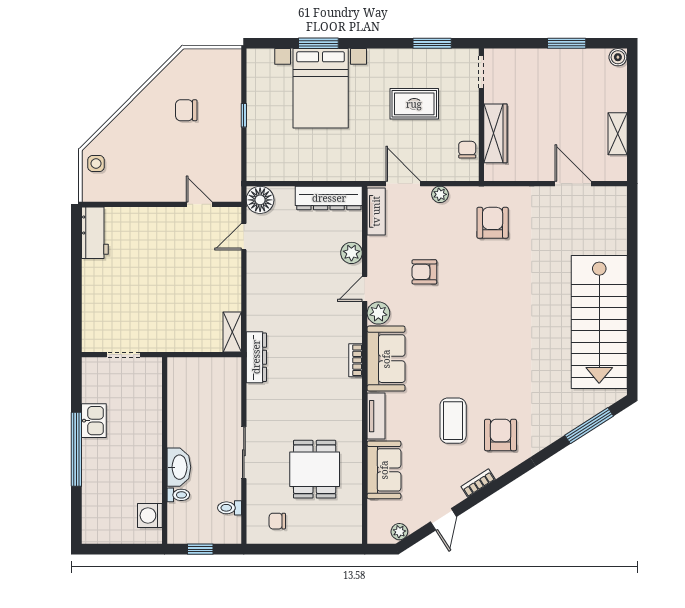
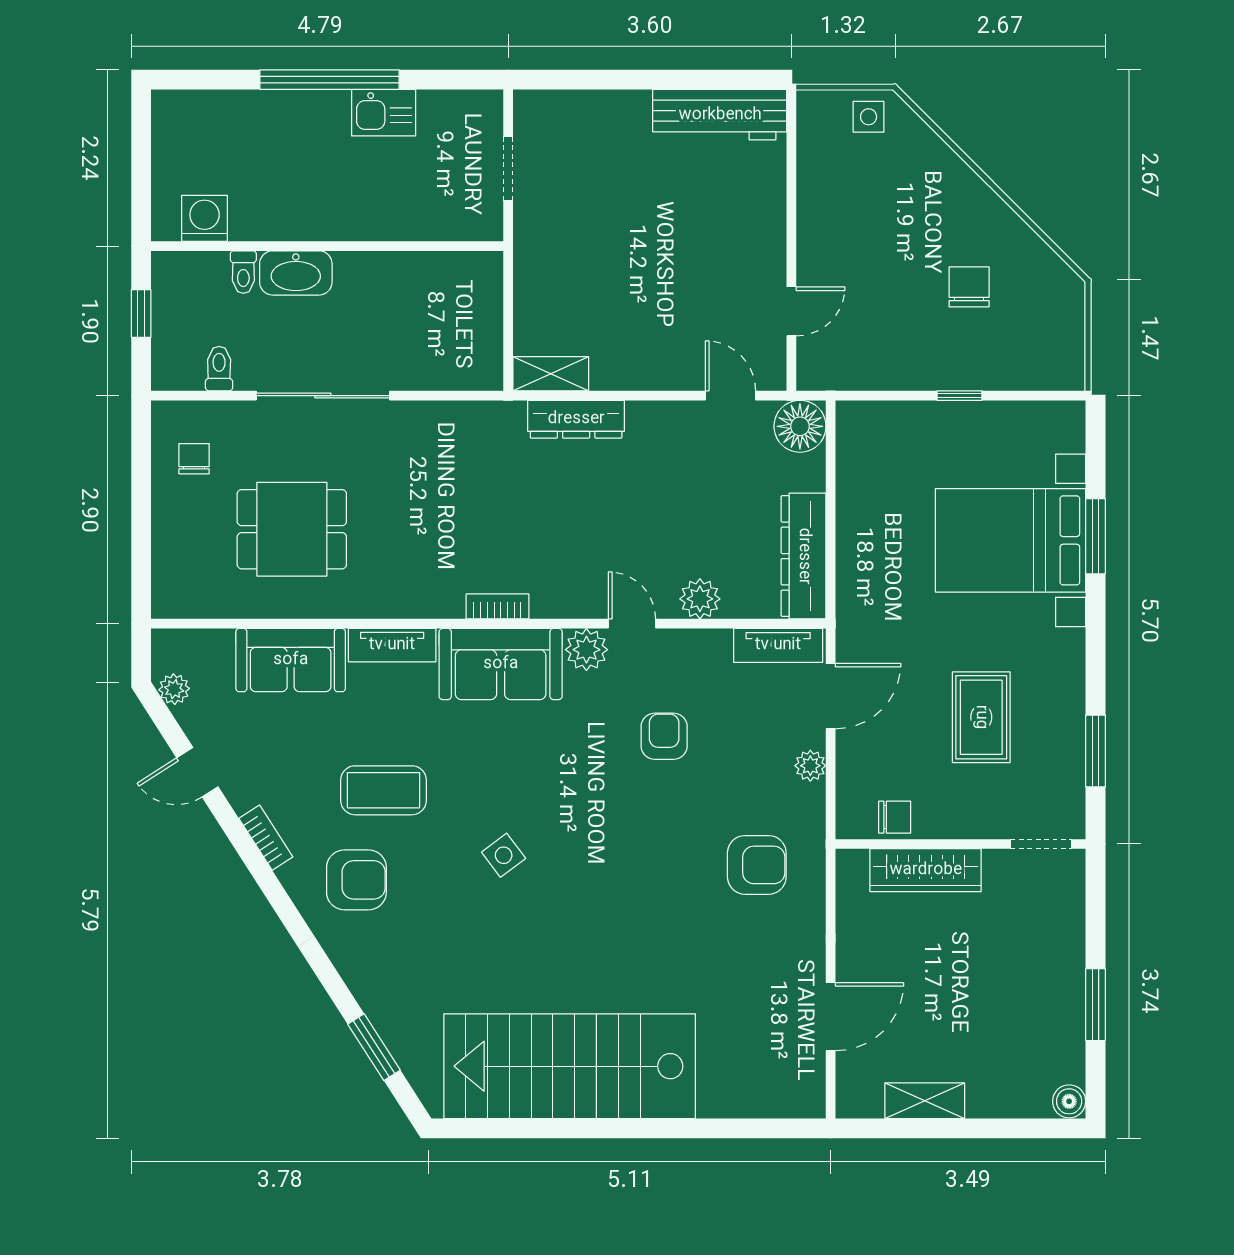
workbench: (95, 233) -> (720, 115), width x1.38
dresser: (256, 357) -> (576, 419), moved
side table: (487, 357) -> (504, 855), added
window: (589, 426) -> (374, 1047), width x0.69
sliding door: (244, 453) -> (323, 396), width x1.37

